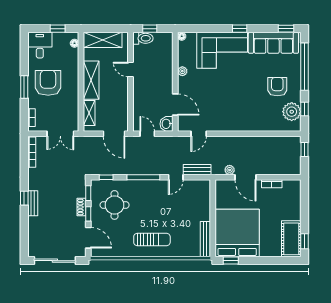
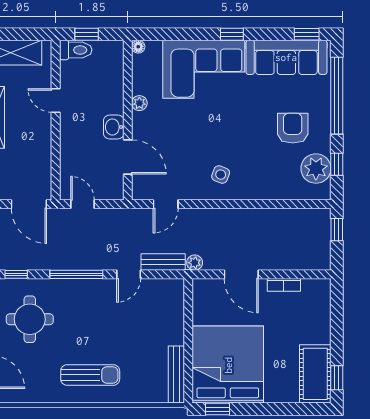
side table: (233, 115) -> (221, 175), added
washbasin: (167, 124) -> (114, 127), moved
plant: (230, 170) -> (195, 263), moved

